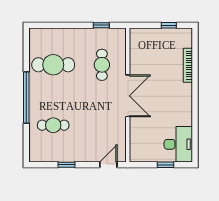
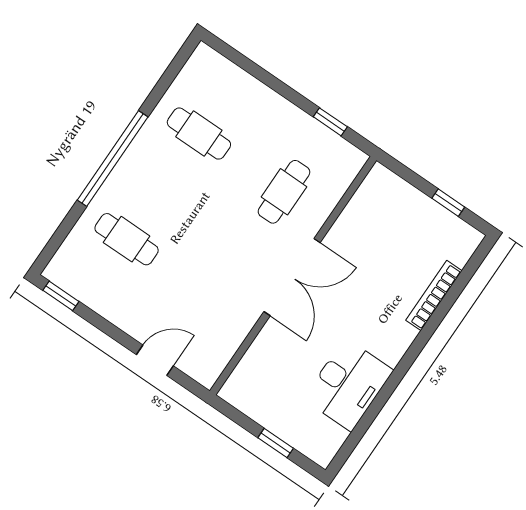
cafe table: (53, 65) -> (199, 134), width x0.73, depth x0.74
desk: (178, 144) -> (348, 385), moved
window: (67, 165) -> (61, 296), moved
door: (108, 165) -> (155, 360), moved

